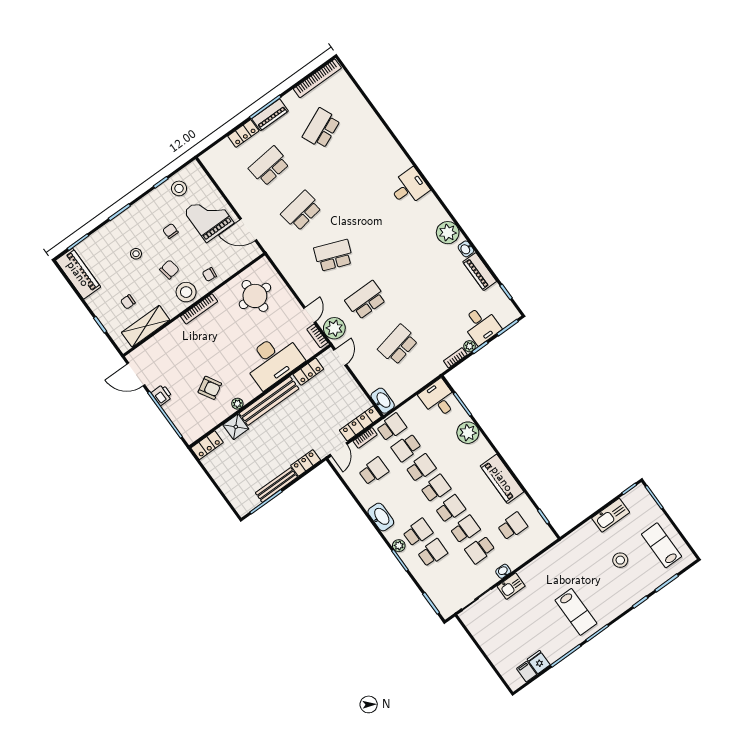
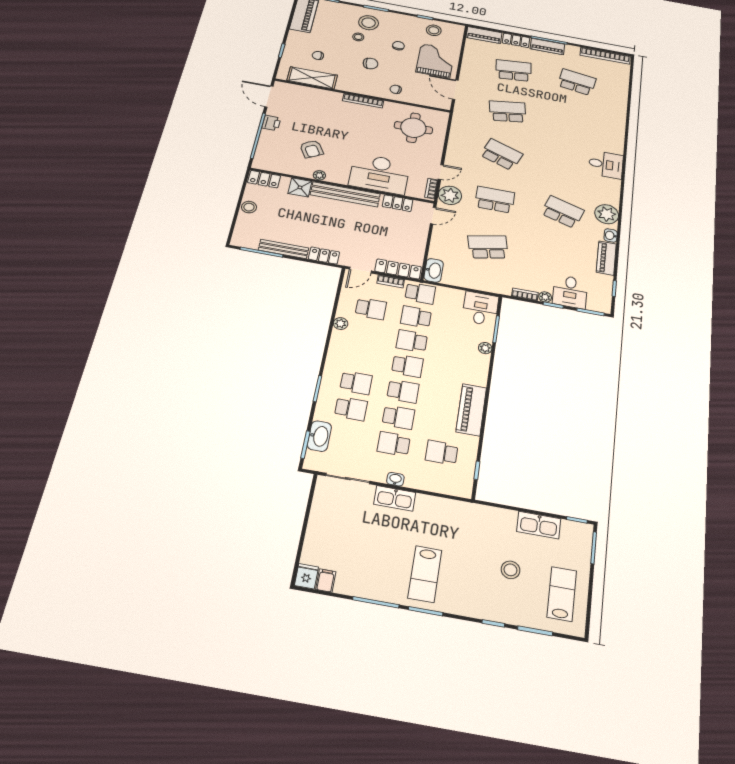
school desk: (321, 128) -> (577, 82), turned 33
piano: (217, 153) -> (484, 35), added
school desk: (418, 262) -> (563, 212), added
stool: (186, 292) -> (369, 23), moved
plant: (468, 433) -> (485, 348), width x0.53, depth x0.53
school desk: (421, 468) -> (412, 341), turned 180
stool: (222, 477) -> (249, 207), added
washbasin: (381, 517) -> (319, 436), moved
school desk: (513, 526) -> (442, 453), turned 180
plant: (399, 546) -> (341, 324), moved
kitchen sink: (511, 586) -> (395, 498), width x1.38
fridge: (539, 662) -> (306, 576), moved

